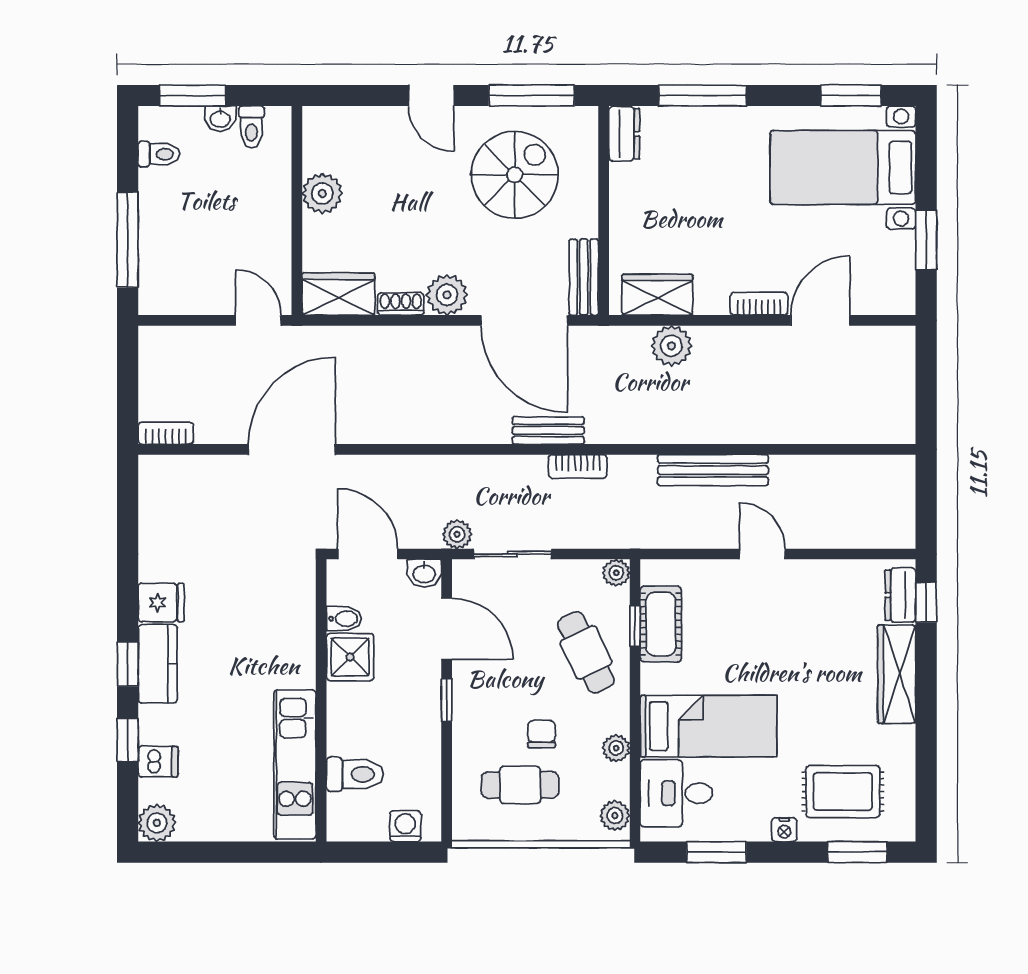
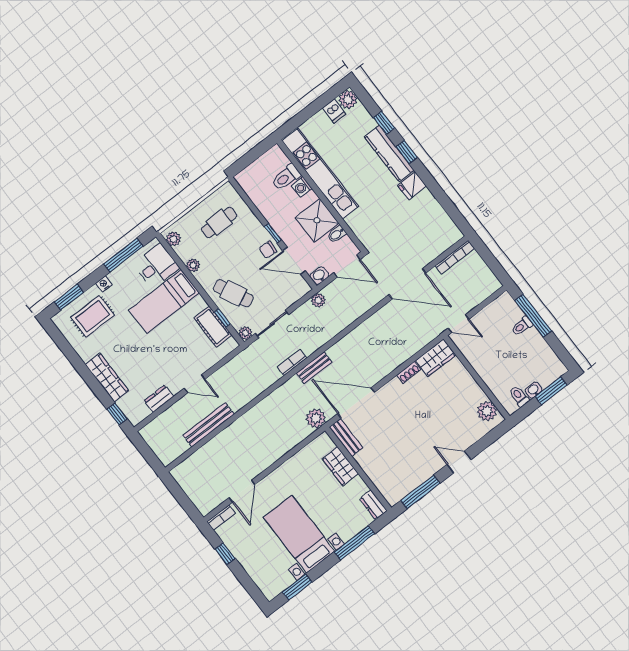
toilet: (159, 154) -> (522, 326), moved
bed with nightstands: (843, 168) -> (299, 534), moved, turned -90
spiral stairs: (515, 175) -> (403, 456), removed
plant: (322, 194) -> (487, 411), moved
window: (926, 240) -> (225, 554), width x0.67
plant: (447, 295) -> (394, 390), removed
wardrobe: (657, 295) -> (340, 466), moved, turned 90
bookcase: (759, 304) -> (221, 518), moved
plant: (671, 346) -> (316, 418), moved
bookcase: (166, 433) -> (455, 257), width x1.56
door: (292, 449) -> (407, 284), hinge flipped
bench: (713, 470) -> (209, 425), moved
sliding door: (512, 554) -> (272, 324), moved
dresser: (900, 595) -> (159, 399), moved, turned -90
shower: (350, 657) -> (317, 220), width x1.36, depth x1.36
kitchen counter: (158, 664) -> (389, 154), width x1.50
chair: (541, 734) -> (268, 250), moved, turned 94
dishwasher: (158, 762) -> (334, 111), moved, turned -90
kitchen unit: (295, 764) -> (320, 174), width x1.36
washing machine: (405, 826) -> (302, 187), moved, turned 90
window: (716, 852) -> (123, 255), width x1.44

